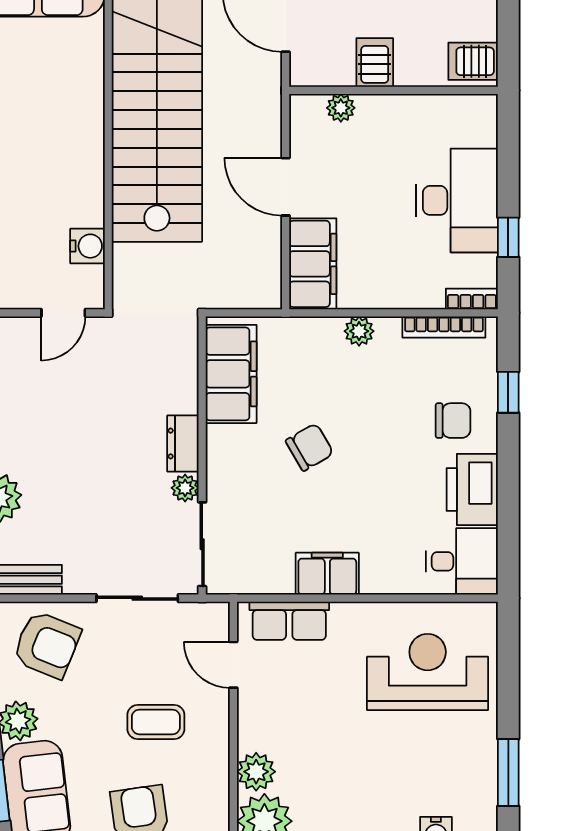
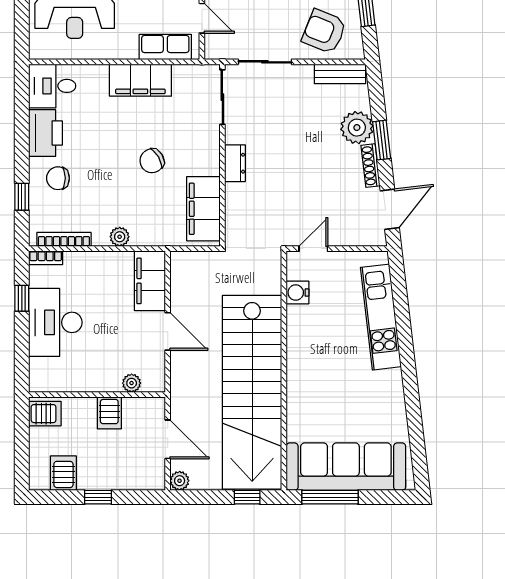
plant: (185, 488) -> (234, 134), removed
filing cabinet: (327, 574) -> (140, 80), width x1.50, depth x1.17

